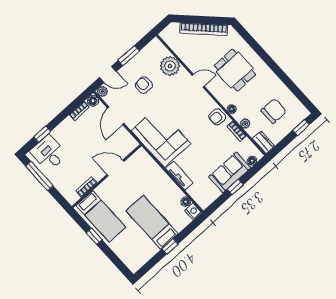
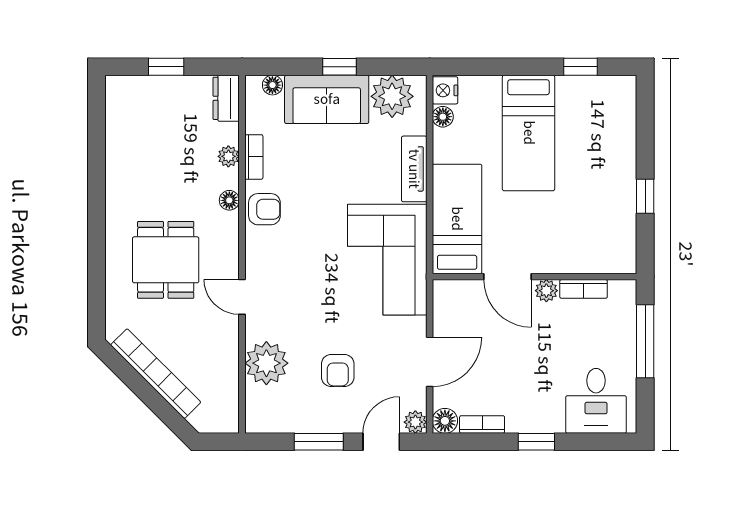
door: (108, 75) -> (381, 442), hinge flipped
chair: (274, 111) -> (163, 135), removed
window: (301, 127) -> (166, 67), moved
window: (42, 134) -> (536, 442), moved
plant: (98, 175) -> (546, 291), added
window: (39, 176) -> (645, 341), moved
plant: (209, 193) -> (392, 96), added
bed: (101, 216) -> (457, 219), moved
window: (170, 246) -> (581, 67), moved

